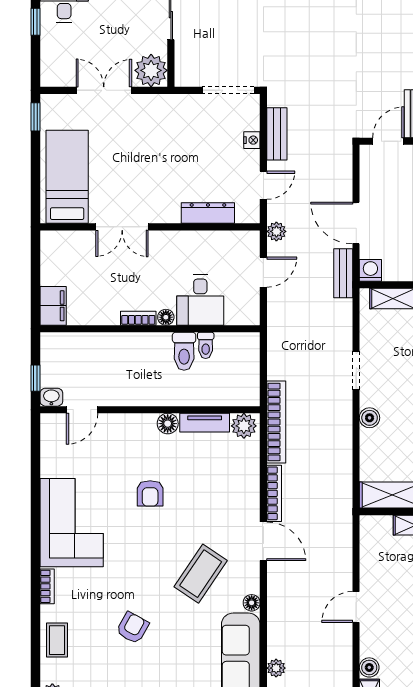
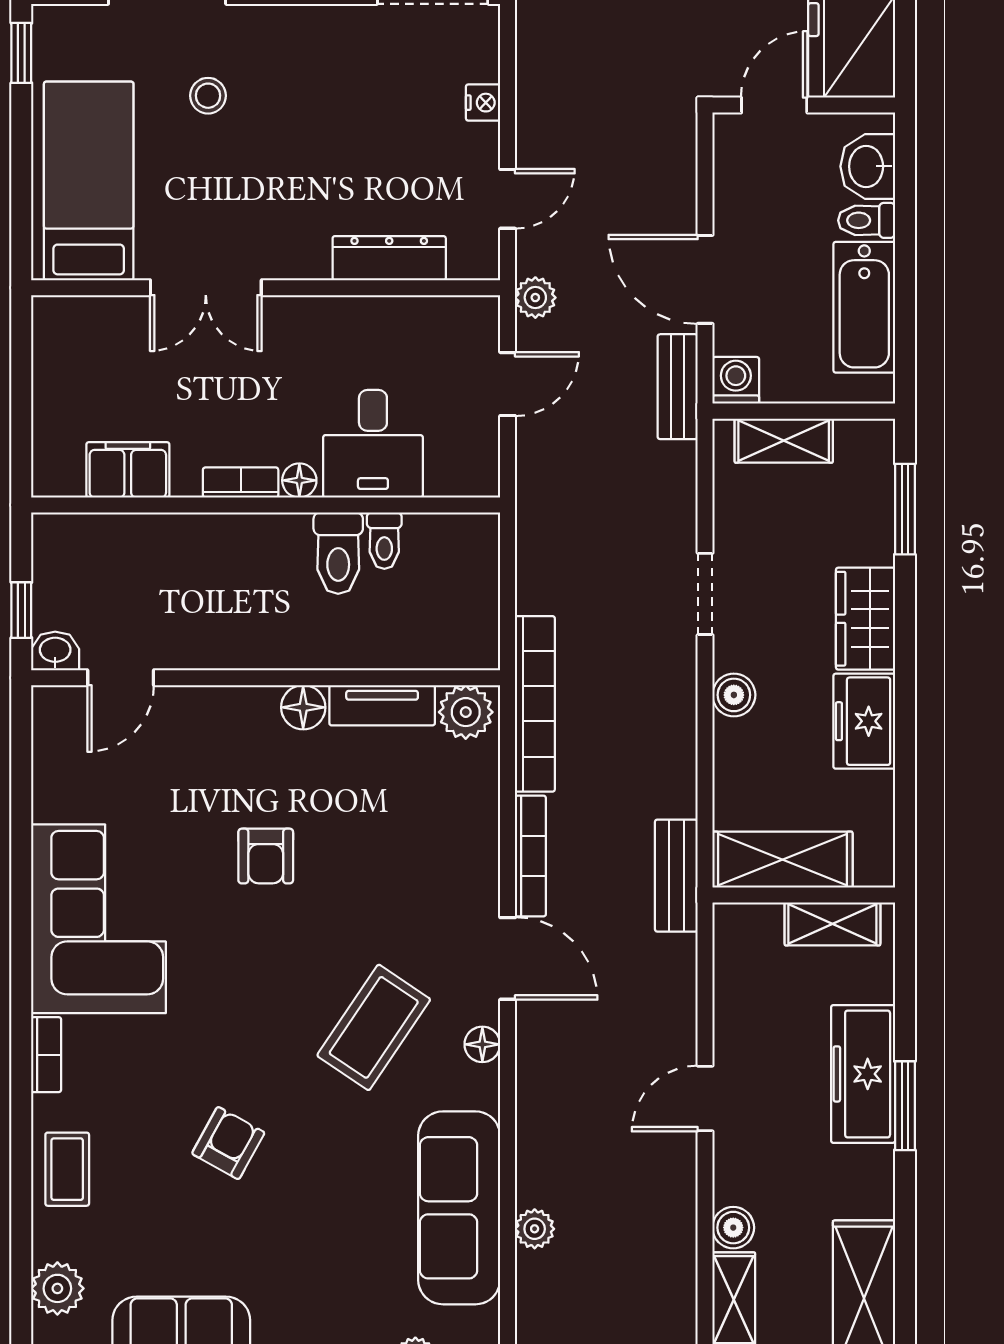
bench: (277, 134) -> (676, 876), moved
stool: (123, 137) -> (208, 96), added
filing cabinet: (53, 306) -> (128, 470), moved, turned -90
floor lamp: (252, 603) -> (482, 1044), moved

